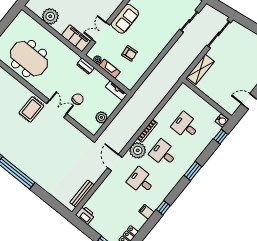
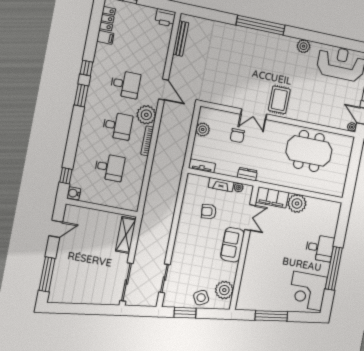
plant: (50, 16) -> (297, 203), moved
window: (193, 171) -> (81, 95), moved
filing cabinet: (147, 212) -> (105, 37), moved

